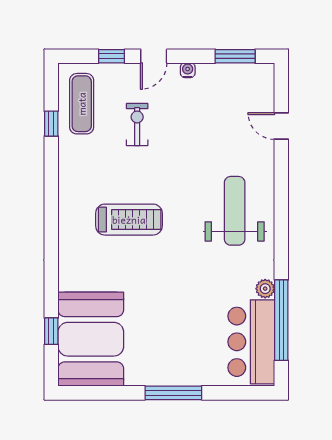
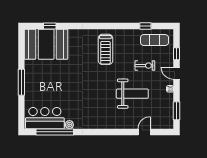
weight bench: (235, 211) -> (132, 94), moved
treadmill: (129, 220) -> (105, 49), moved

